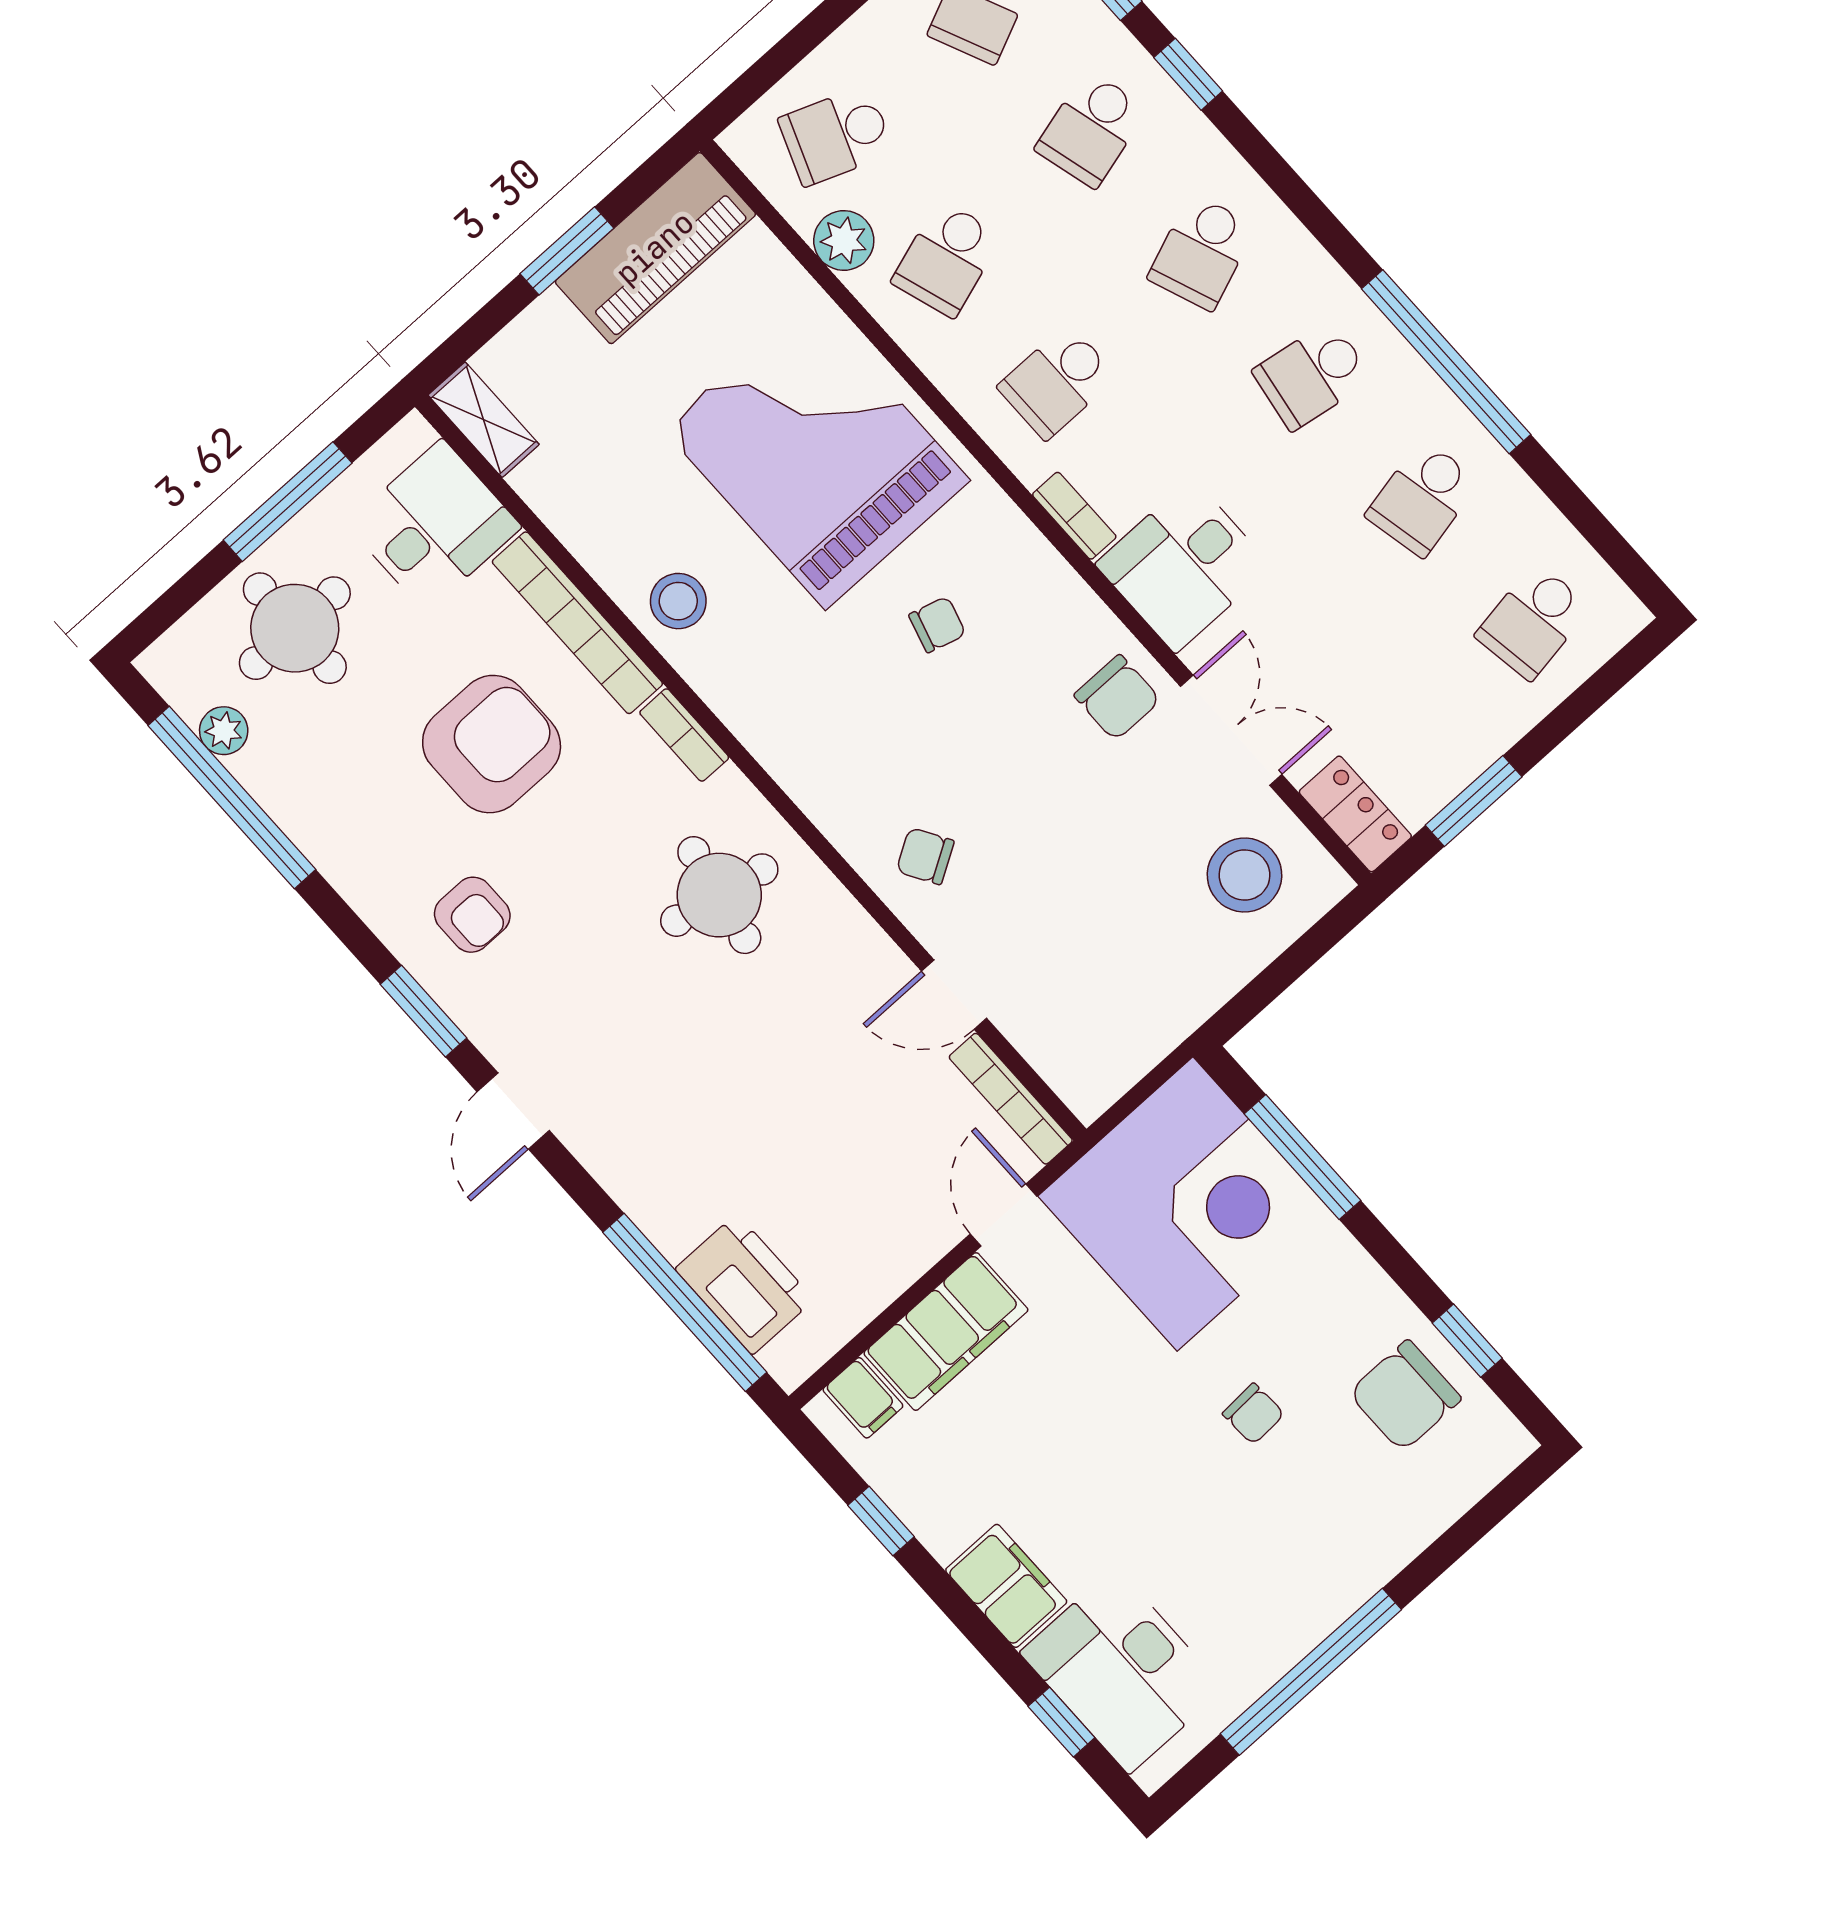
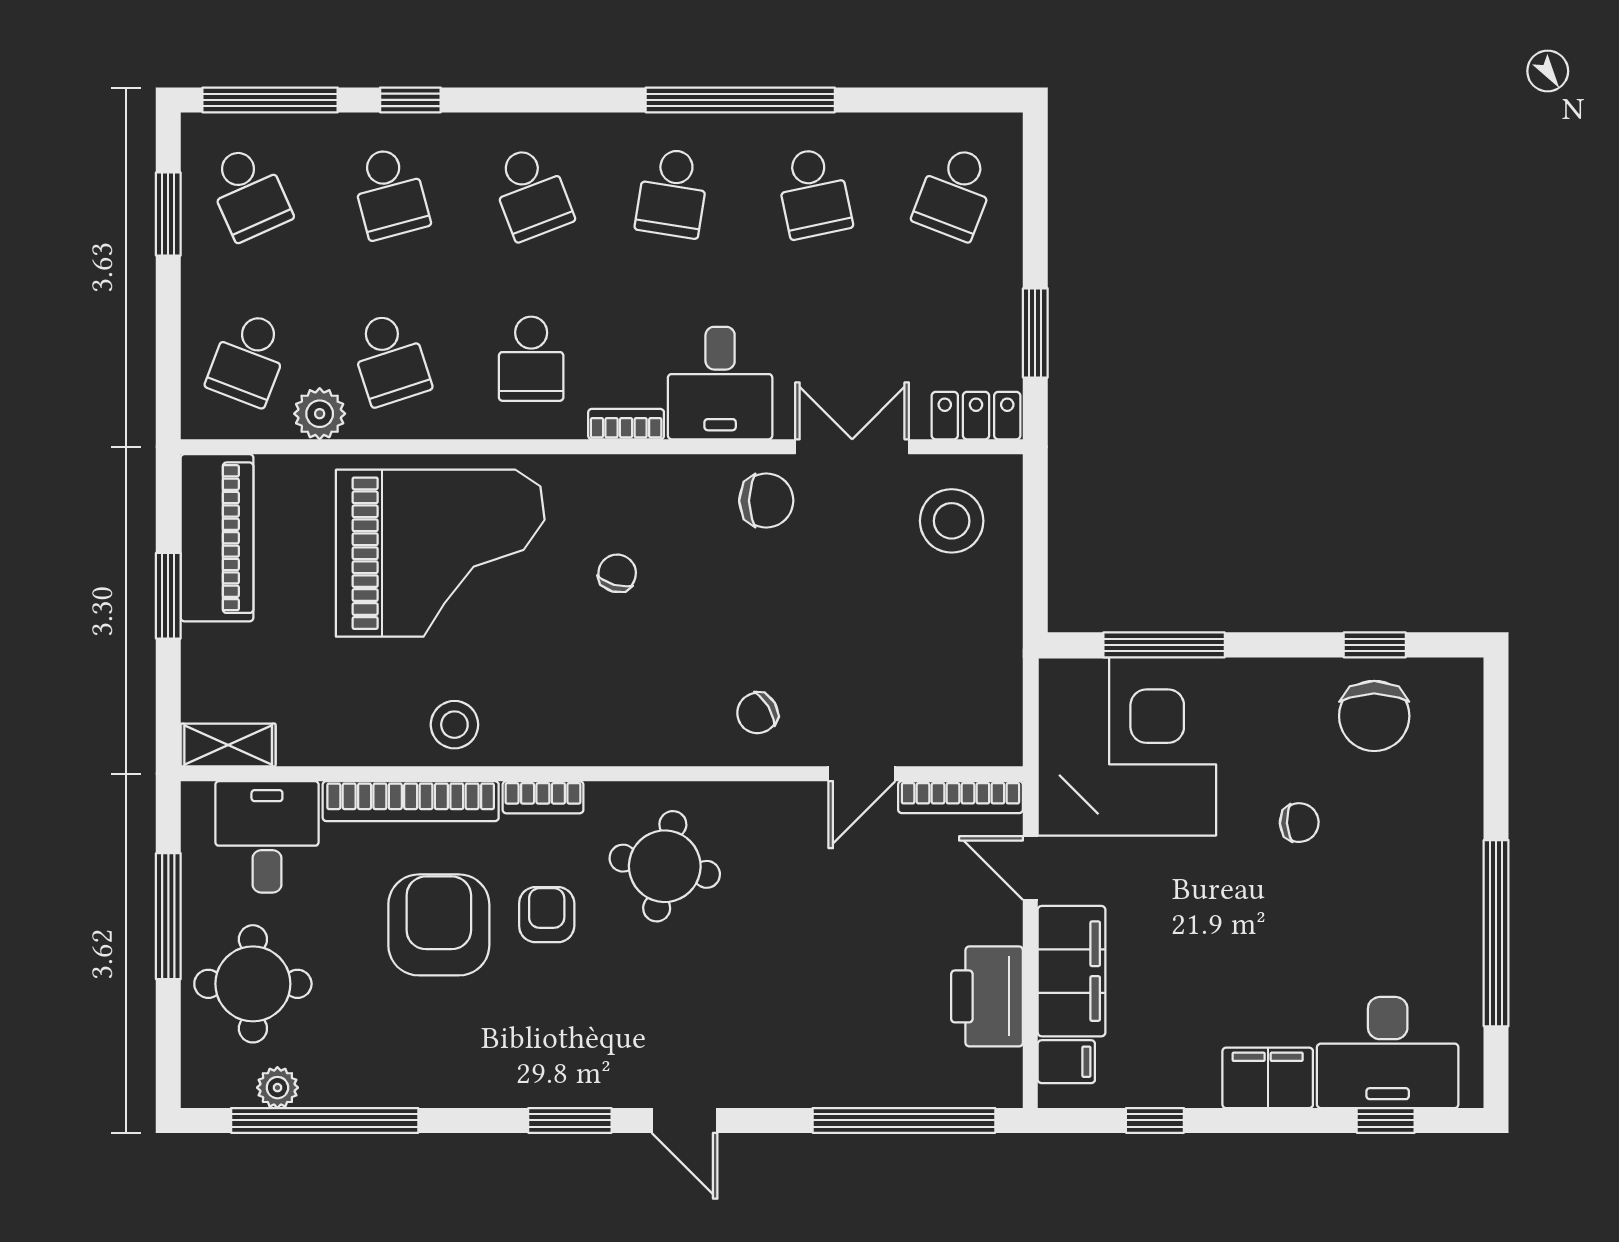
grand piano: (817, 455) -> (440, 553), turned 180
school desk: (1533, 621) -> (955, 193), turned 30
armchair: (472, 915) -> (547, 915), moved, turned -90
printer: (745, 1284) -> (987, 996), moved, turned -90

